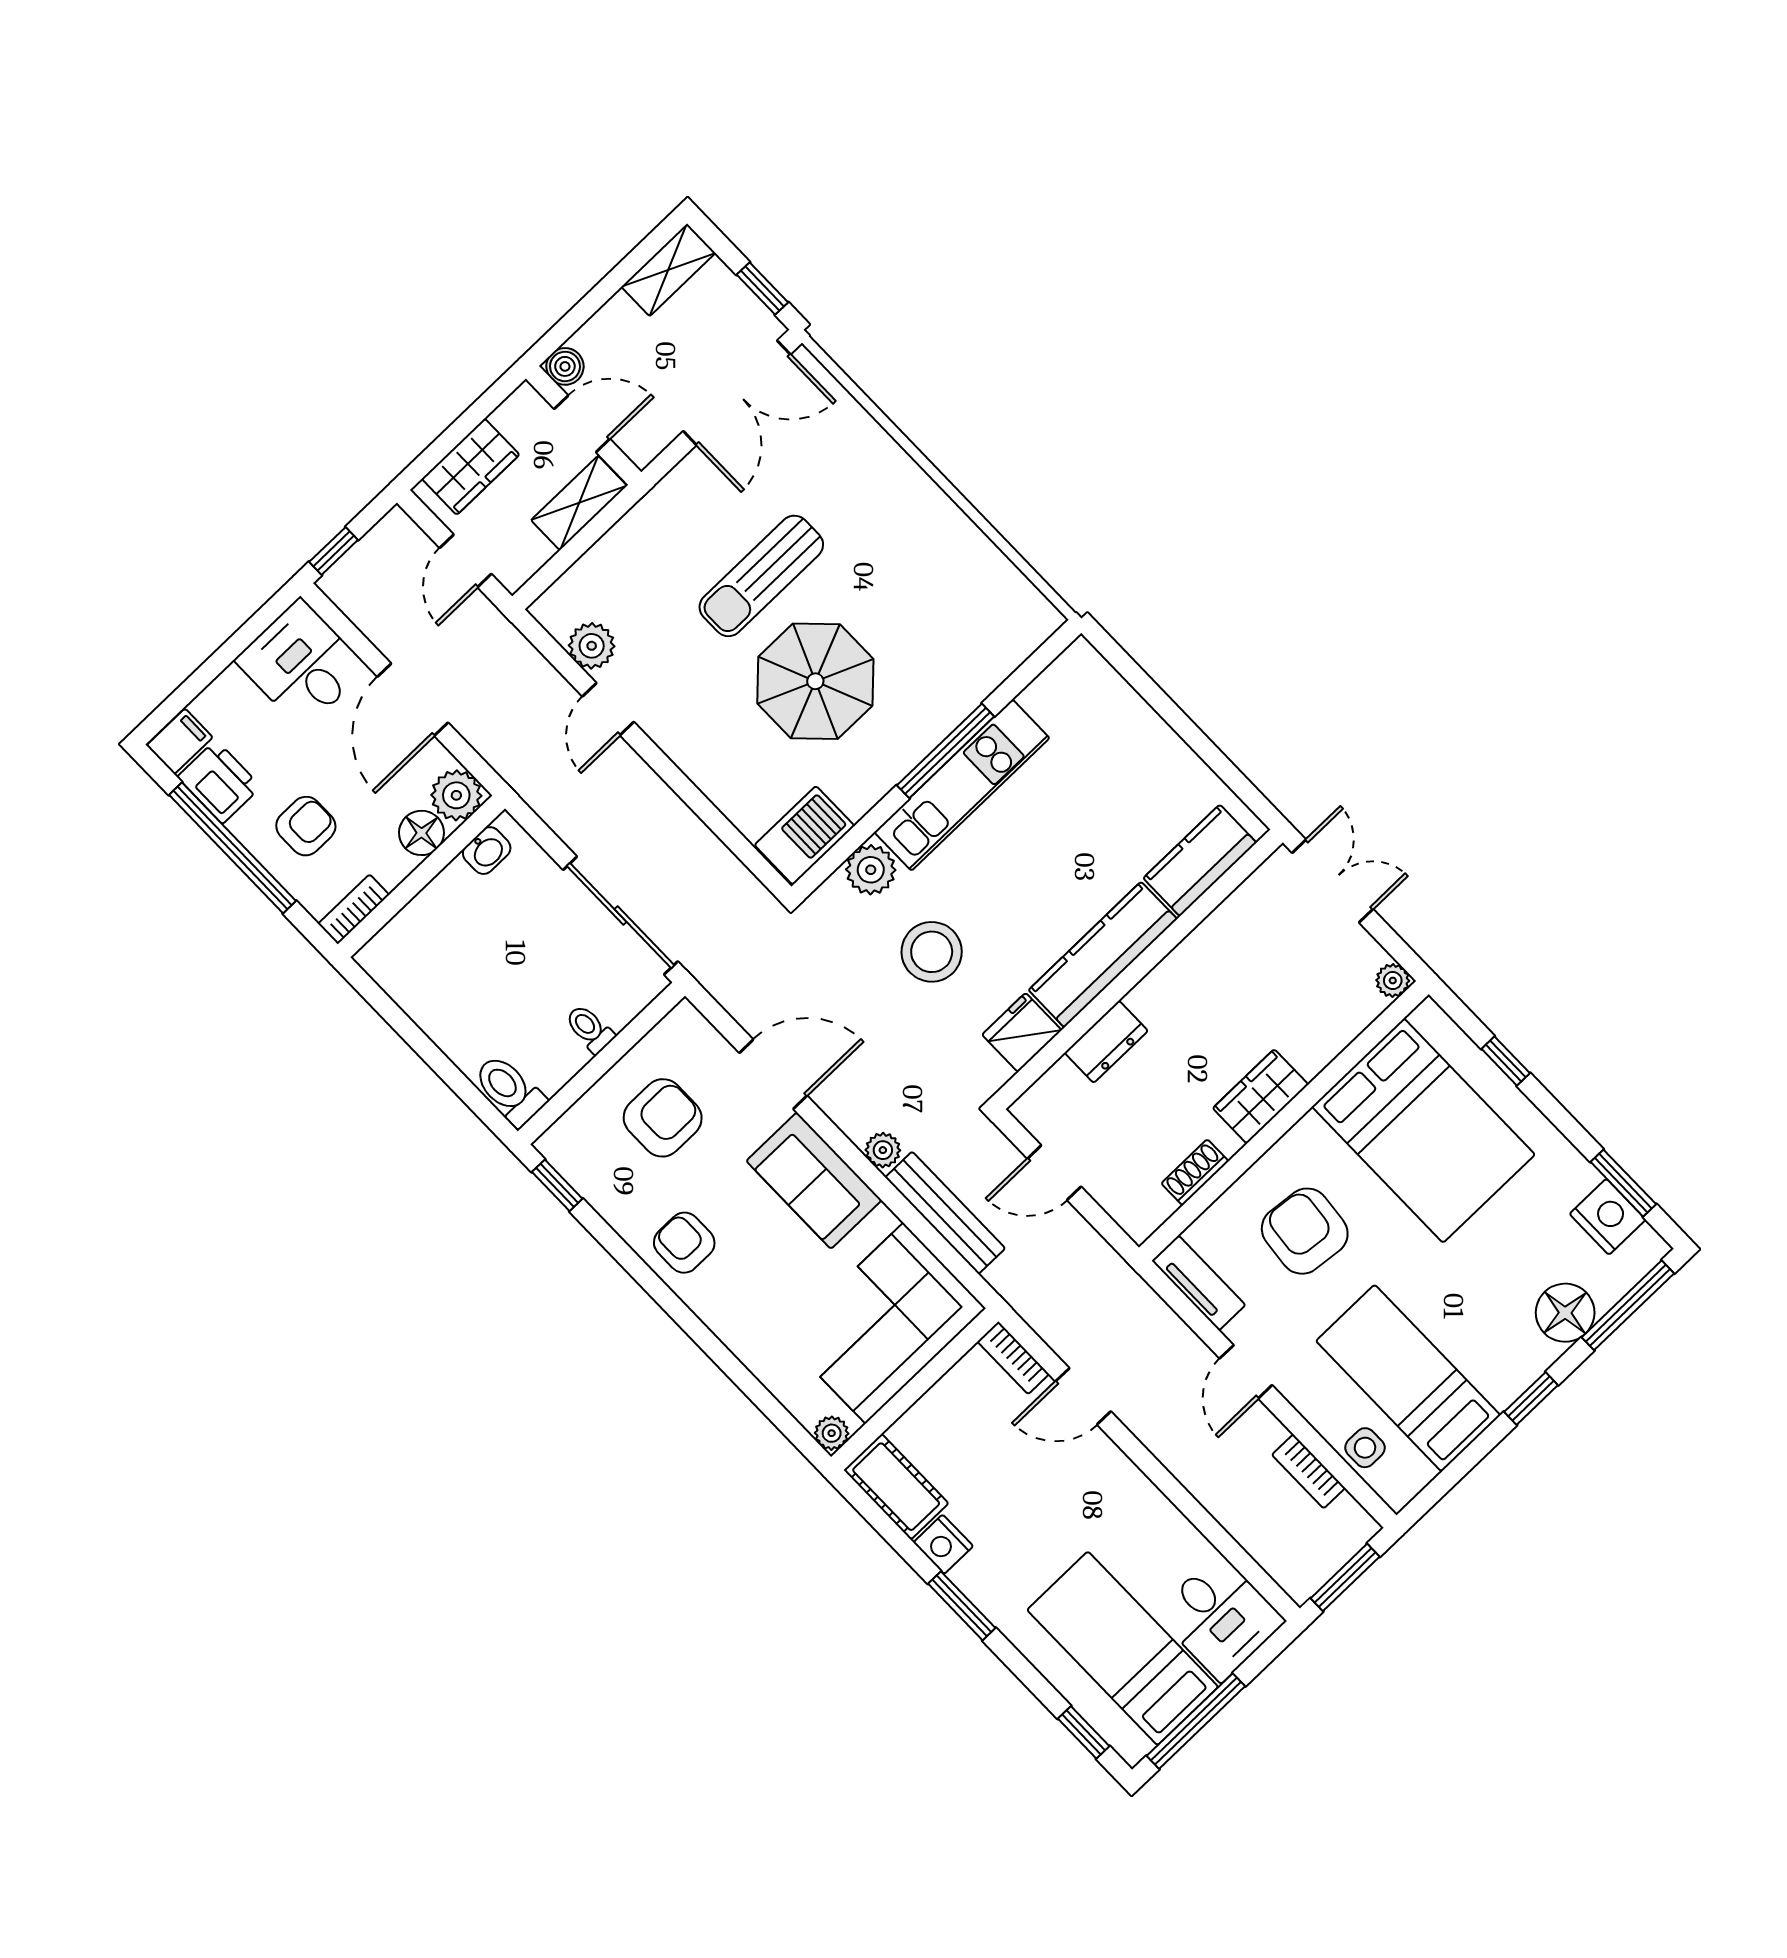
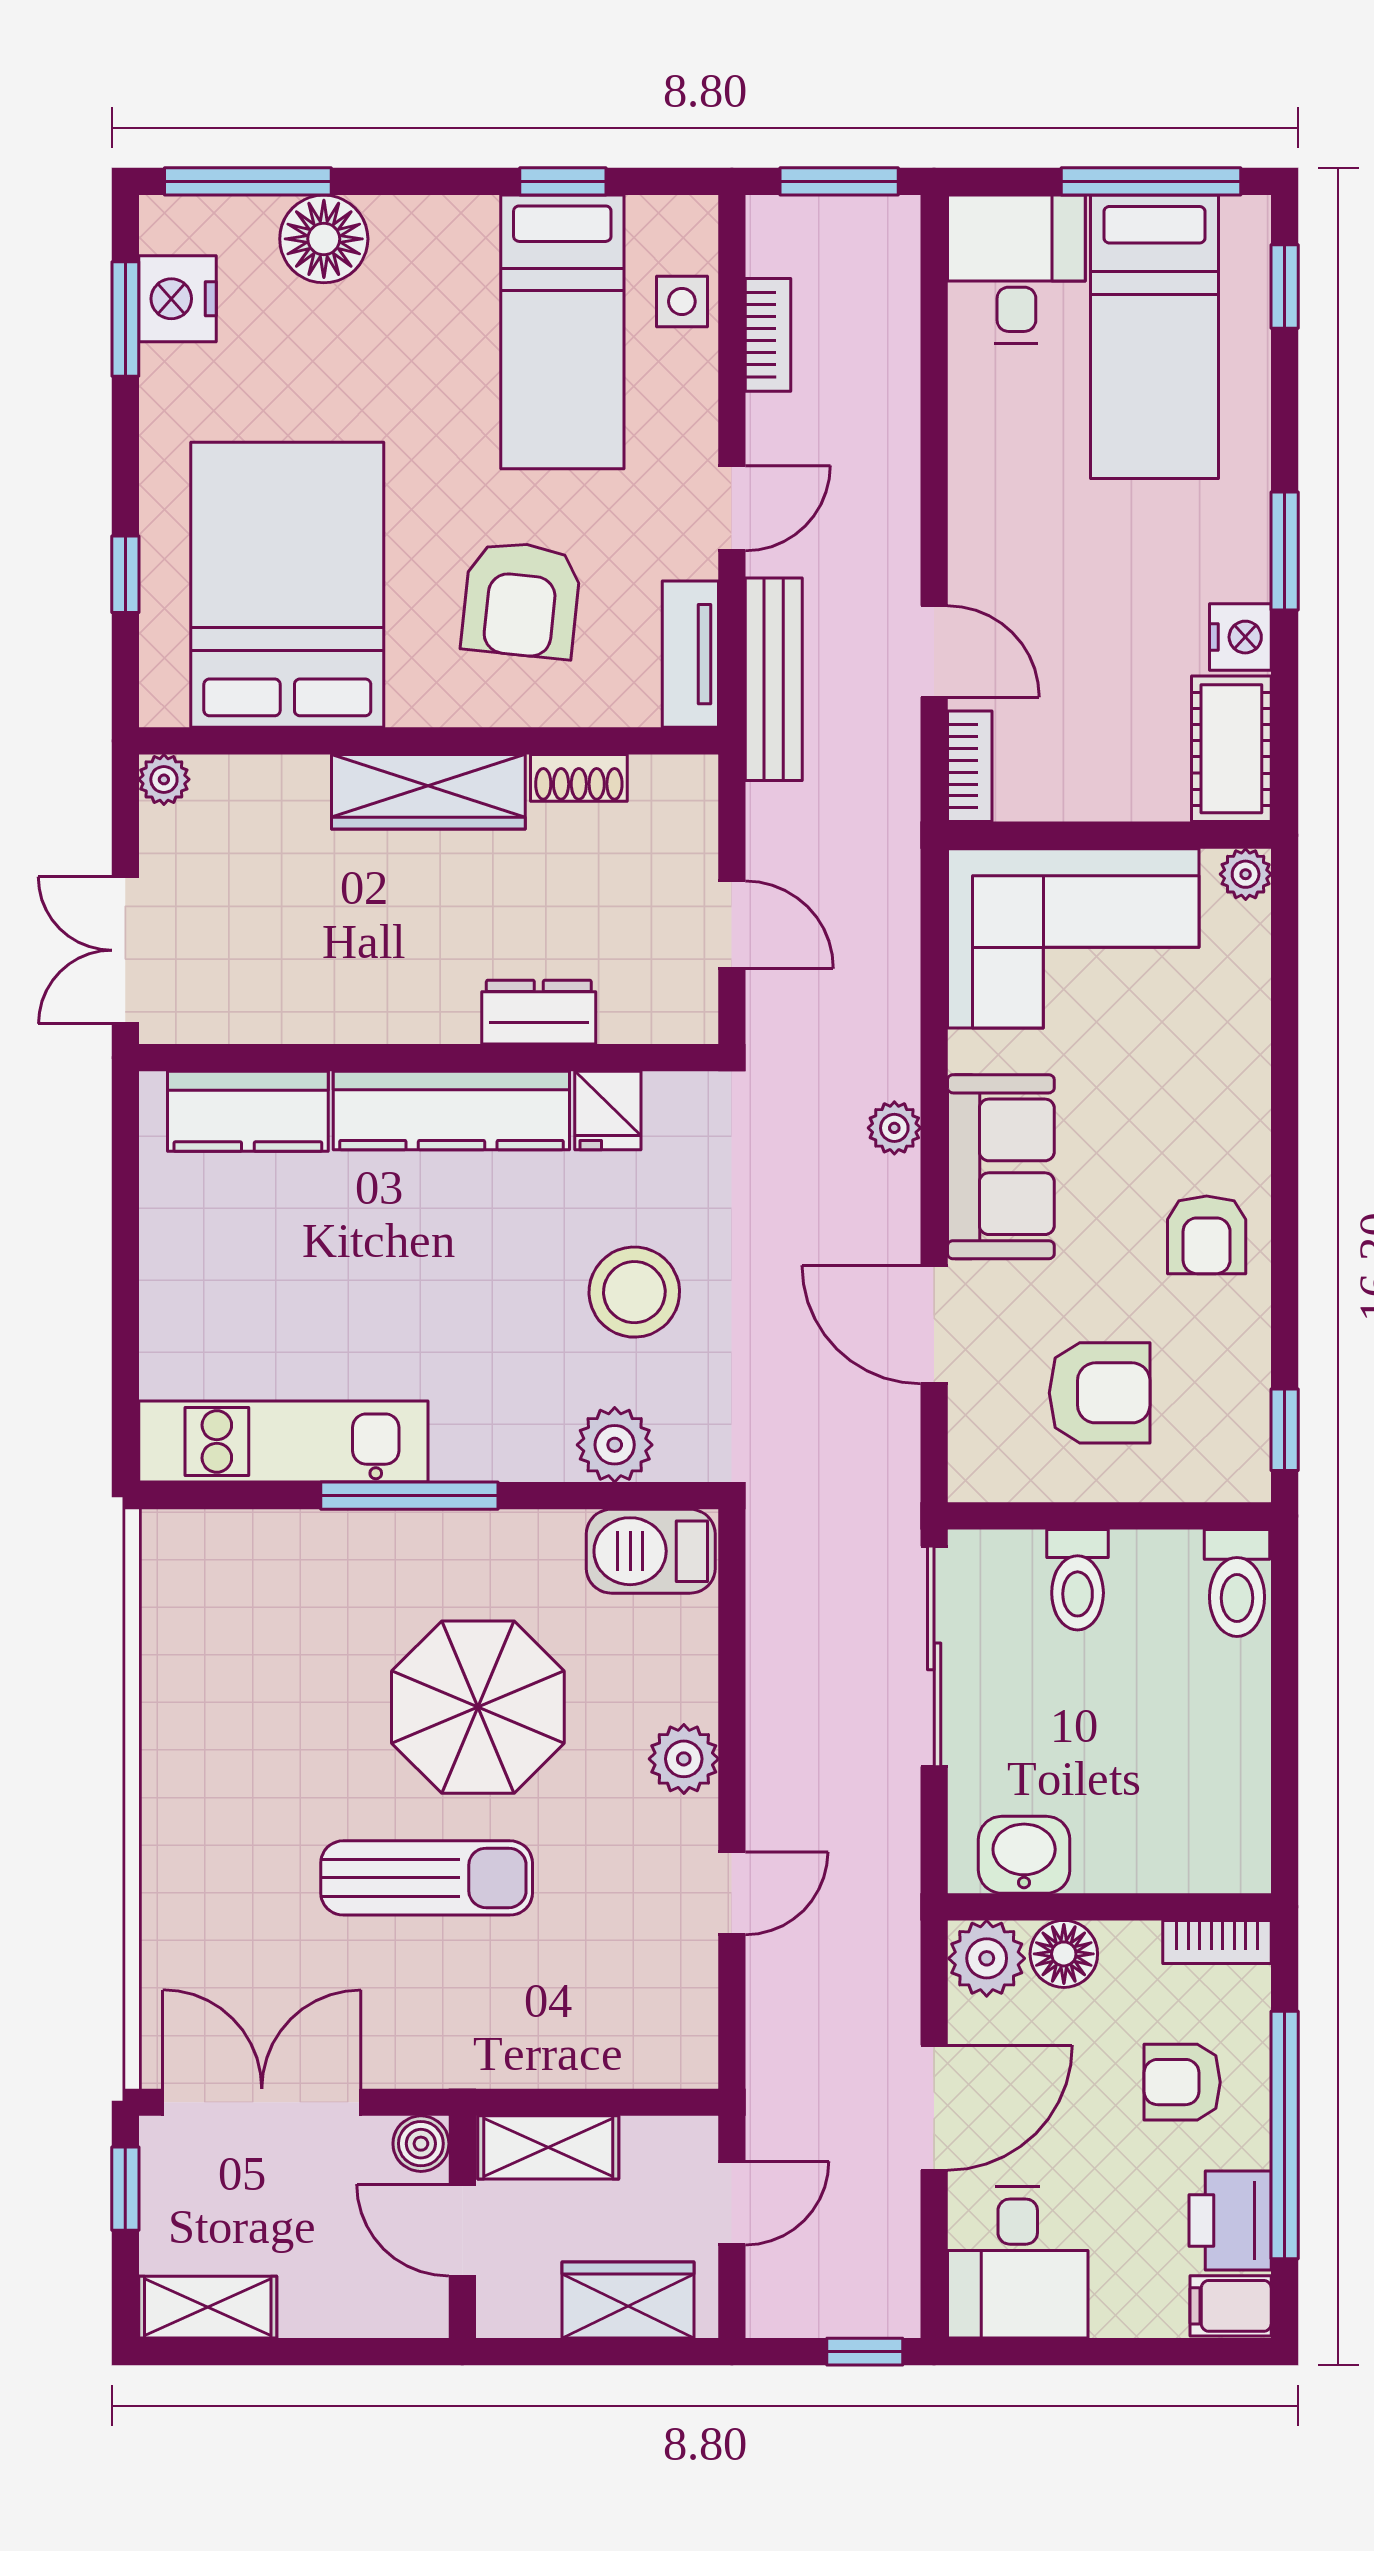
boiler: (565, 366) -> (421, 2144), moved
plant: (592, 646) -> (684, 1759), moved
kitchen unit: (962, 785) -> (283, 1441), moved
washbasin: (487, 851) -> (1024, 1855), width x1.38, depth x1.45
toilet: (590, 1029) -> (1078, 1580), width x1.37, depth x1.39
fridge: (1022, 1032) -> (608, 1110), width x0.72
wardrobe: (1261, 1096) -> (428, 792), width x1.50
armchair: (663, 1118) -> (1100, 1393), turned 180
bench: (945, 1213) -> (774, 679), moved
window: (1531, 1398) -> (563, 181), moved

